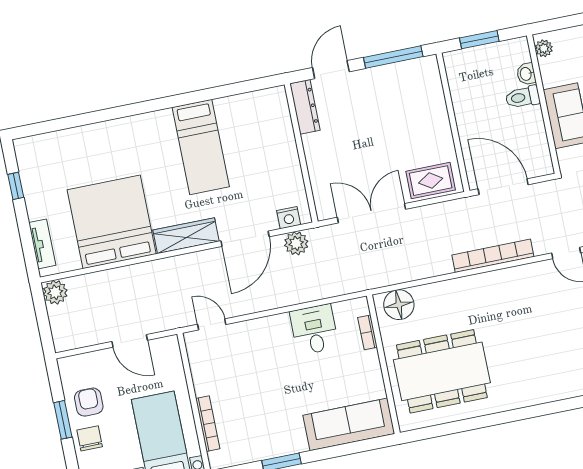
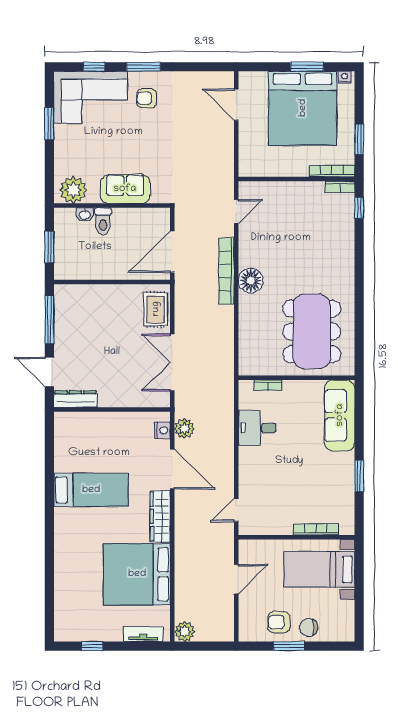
plant: (544, 48) -> (73, 190), width x1.88, depth x1.88
floor lamp: (399, 305) -> (251, 281), moved

